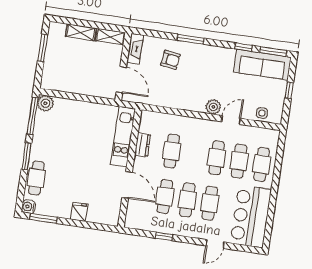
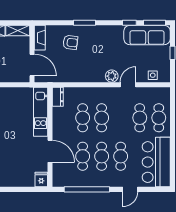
dresser: (143, 145) -> (58, 97), moved
cafe table: (217, 158) -> (102, 118), moved
fridge: (79, 212) -> (41, 180), moved
window: (164, 236) -> (87, 189), width x3.17

